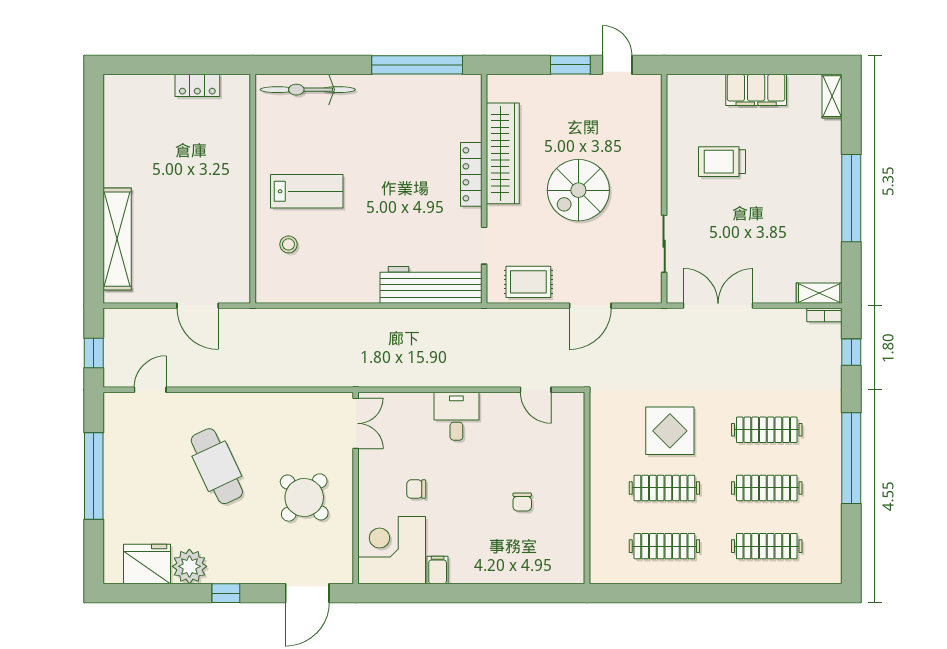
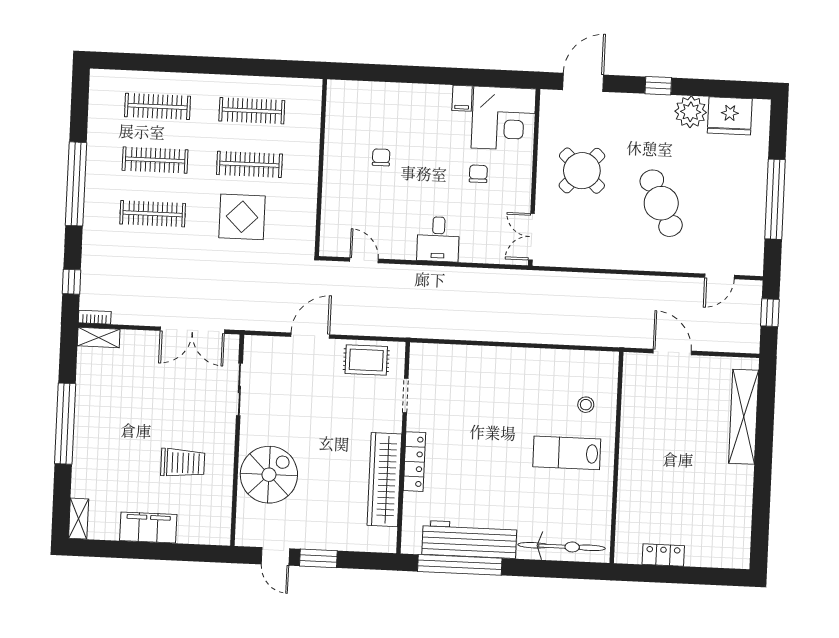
spiral stairs: (578, 190) -> (269, 475), moved
workbench: (431, 285) -> (469, 539), moved, turned 180
chair: (416, 489) -> (478, 174), turned -90

